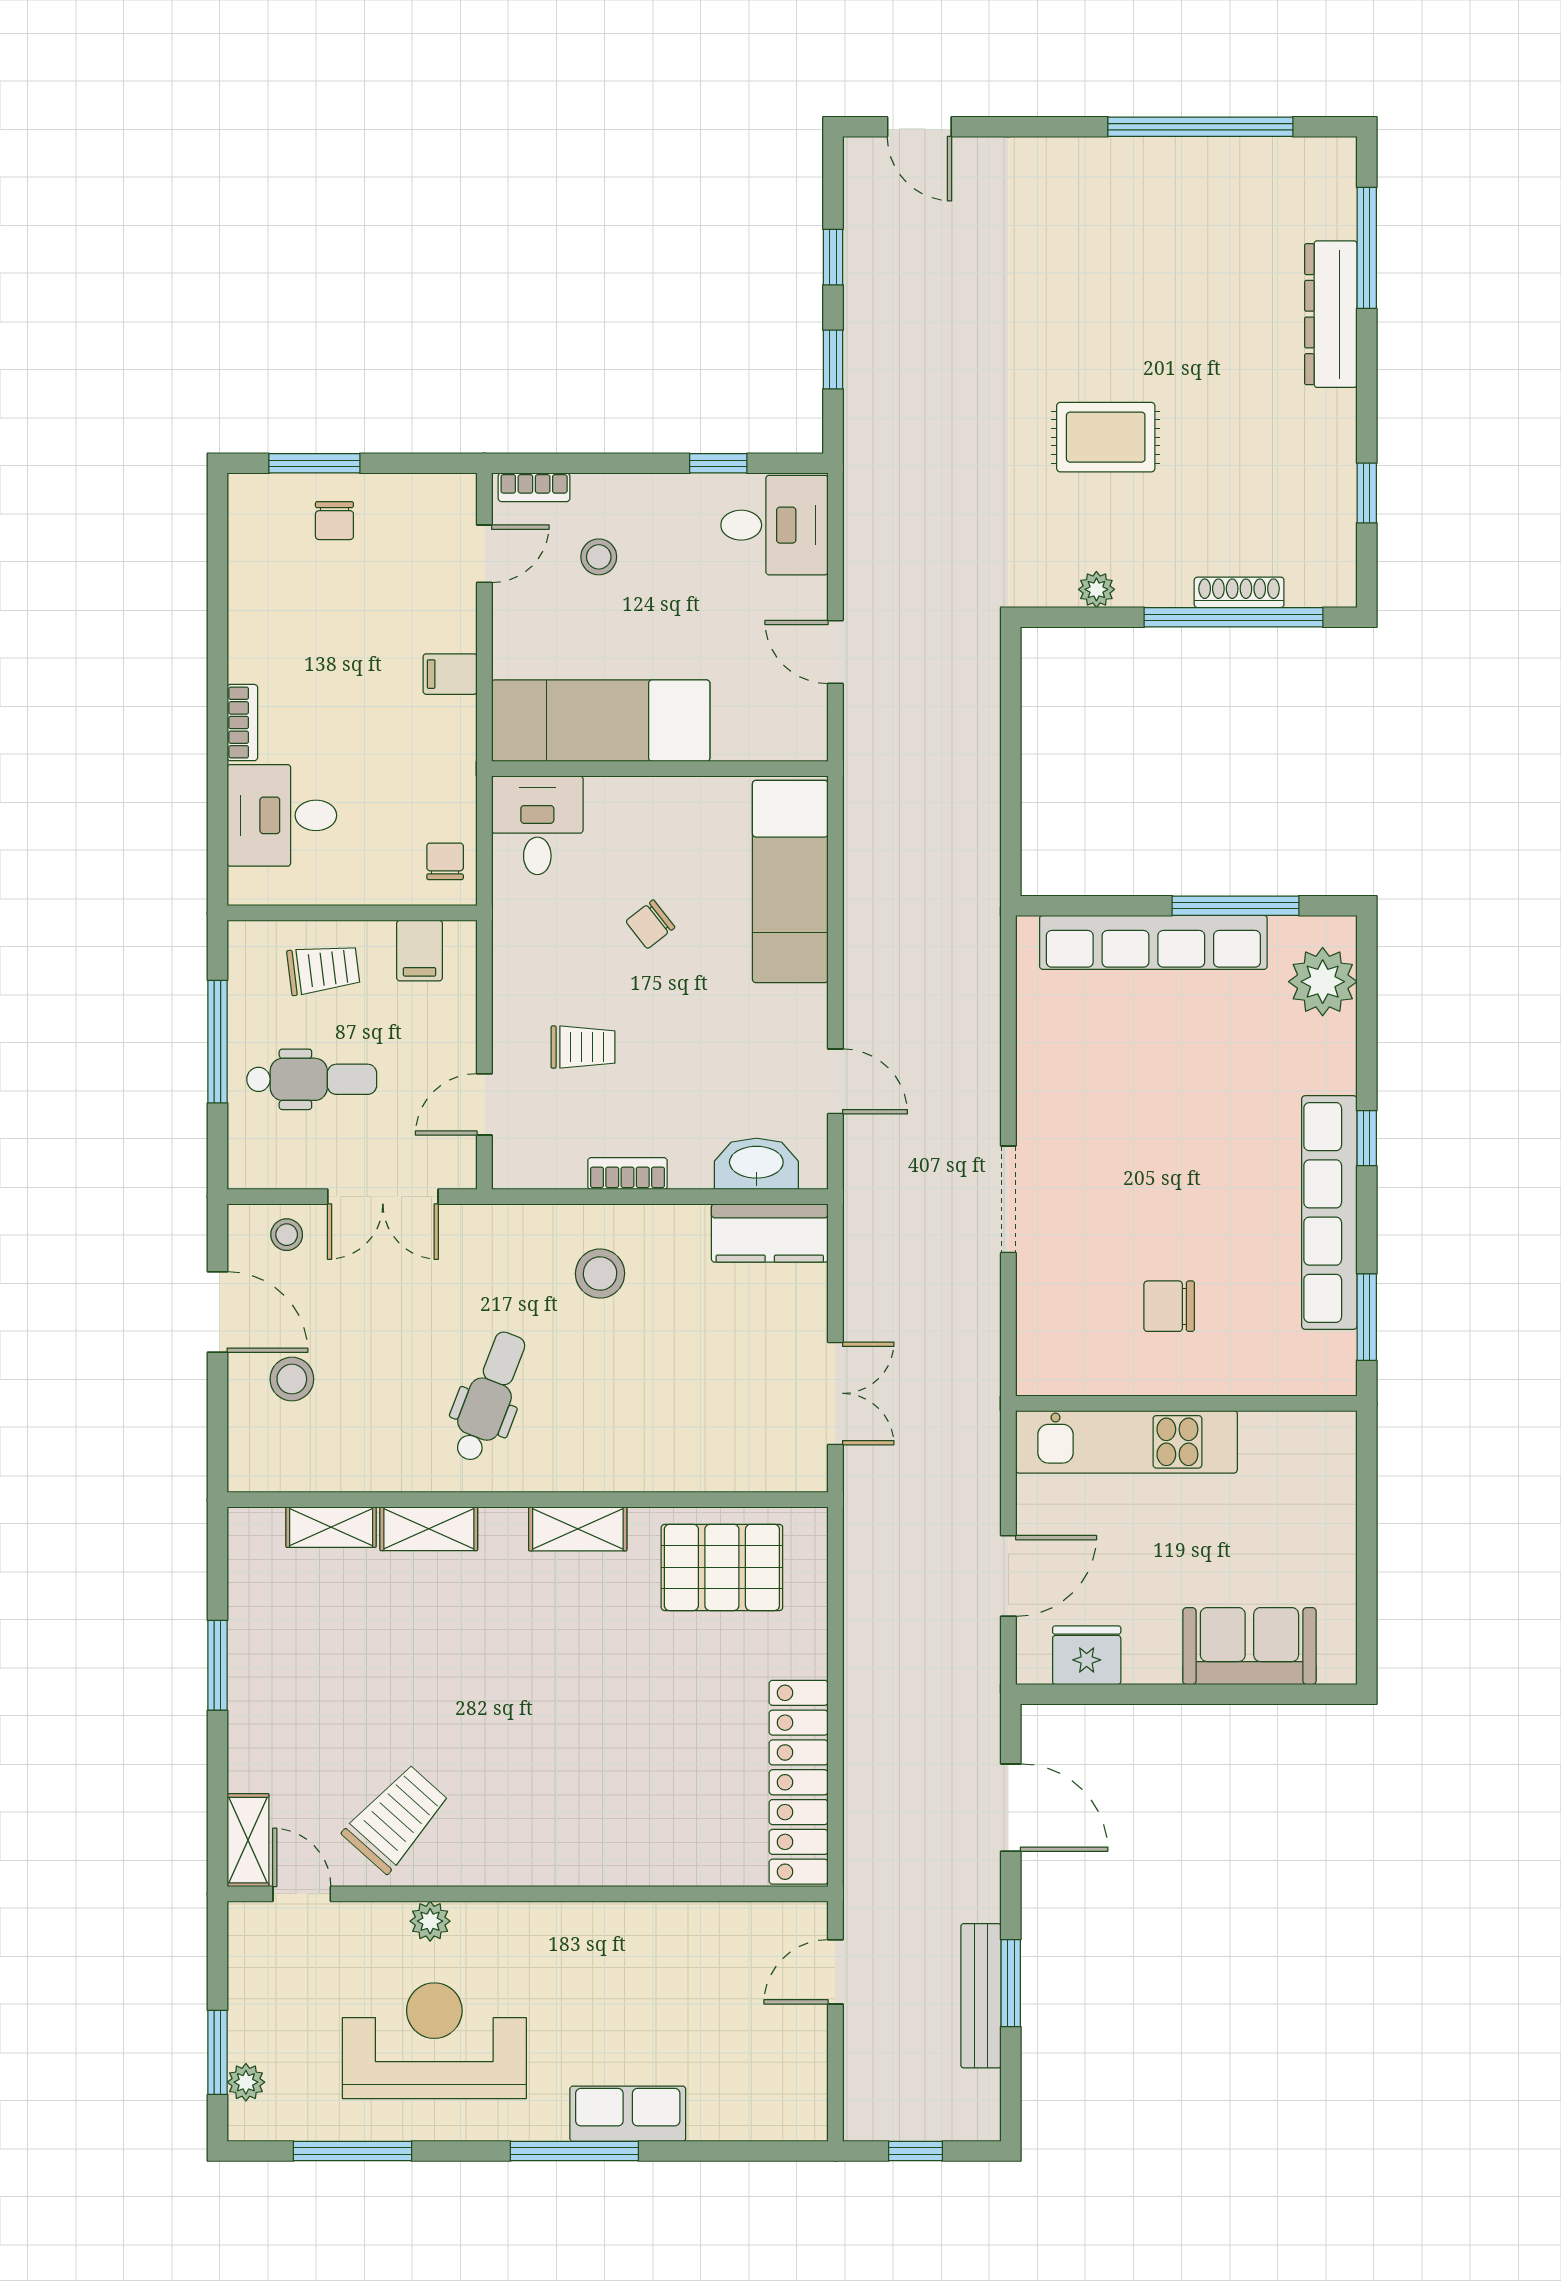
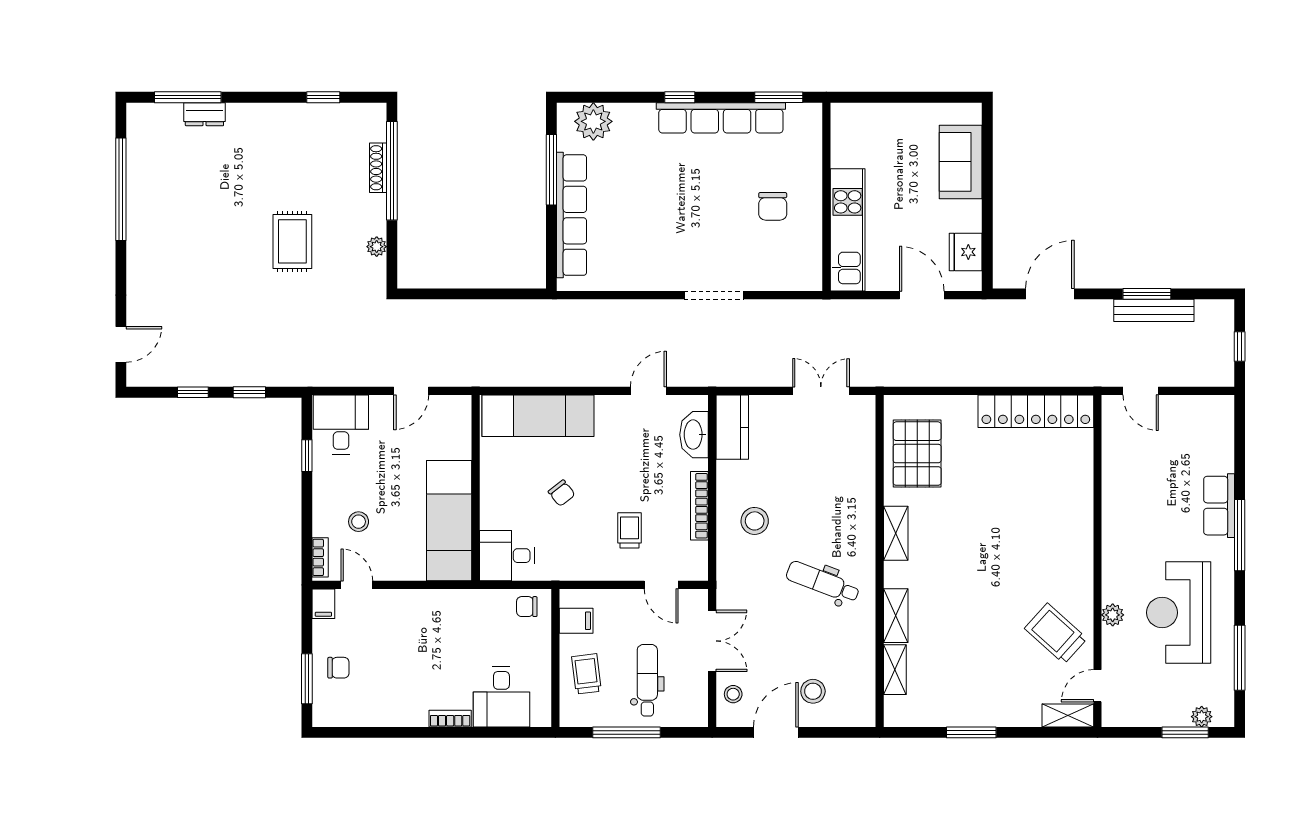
dresser: (1331, 314) -> (204, 114), width x0.51, depth x0.80
filing cabinet: (450, 674) -> (323, 604), moved
bookcase: (628, 1174) -> (699, 506), width x1.56

